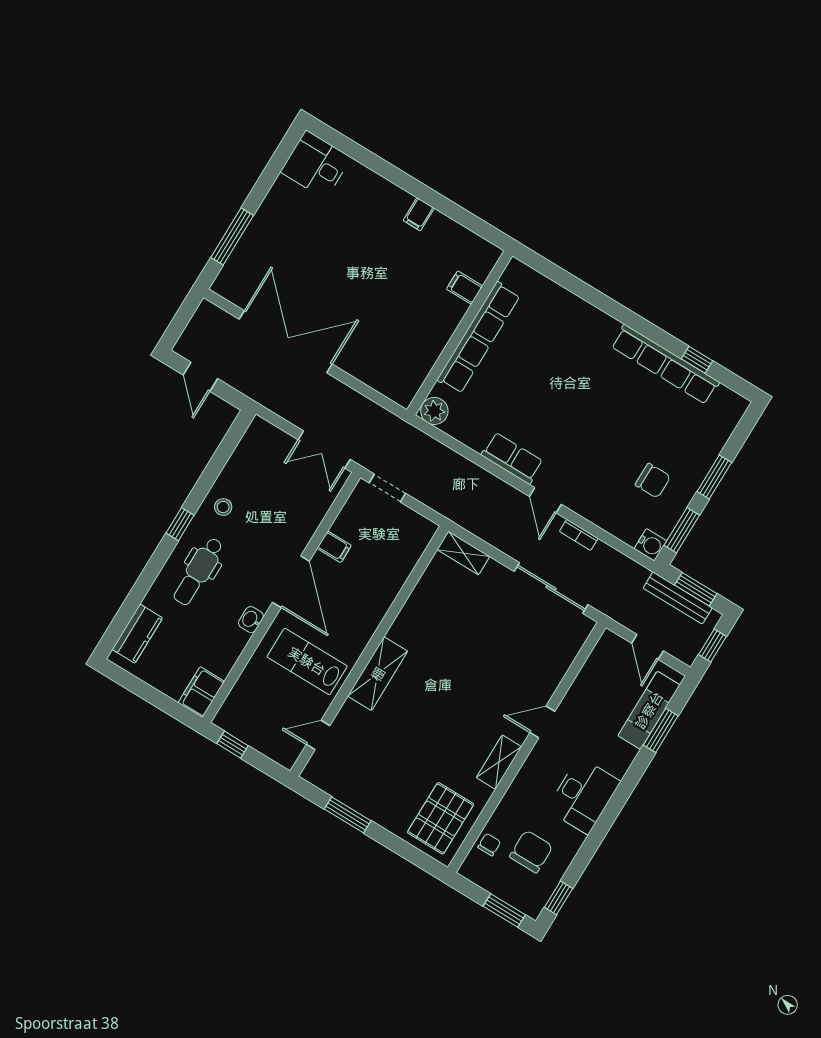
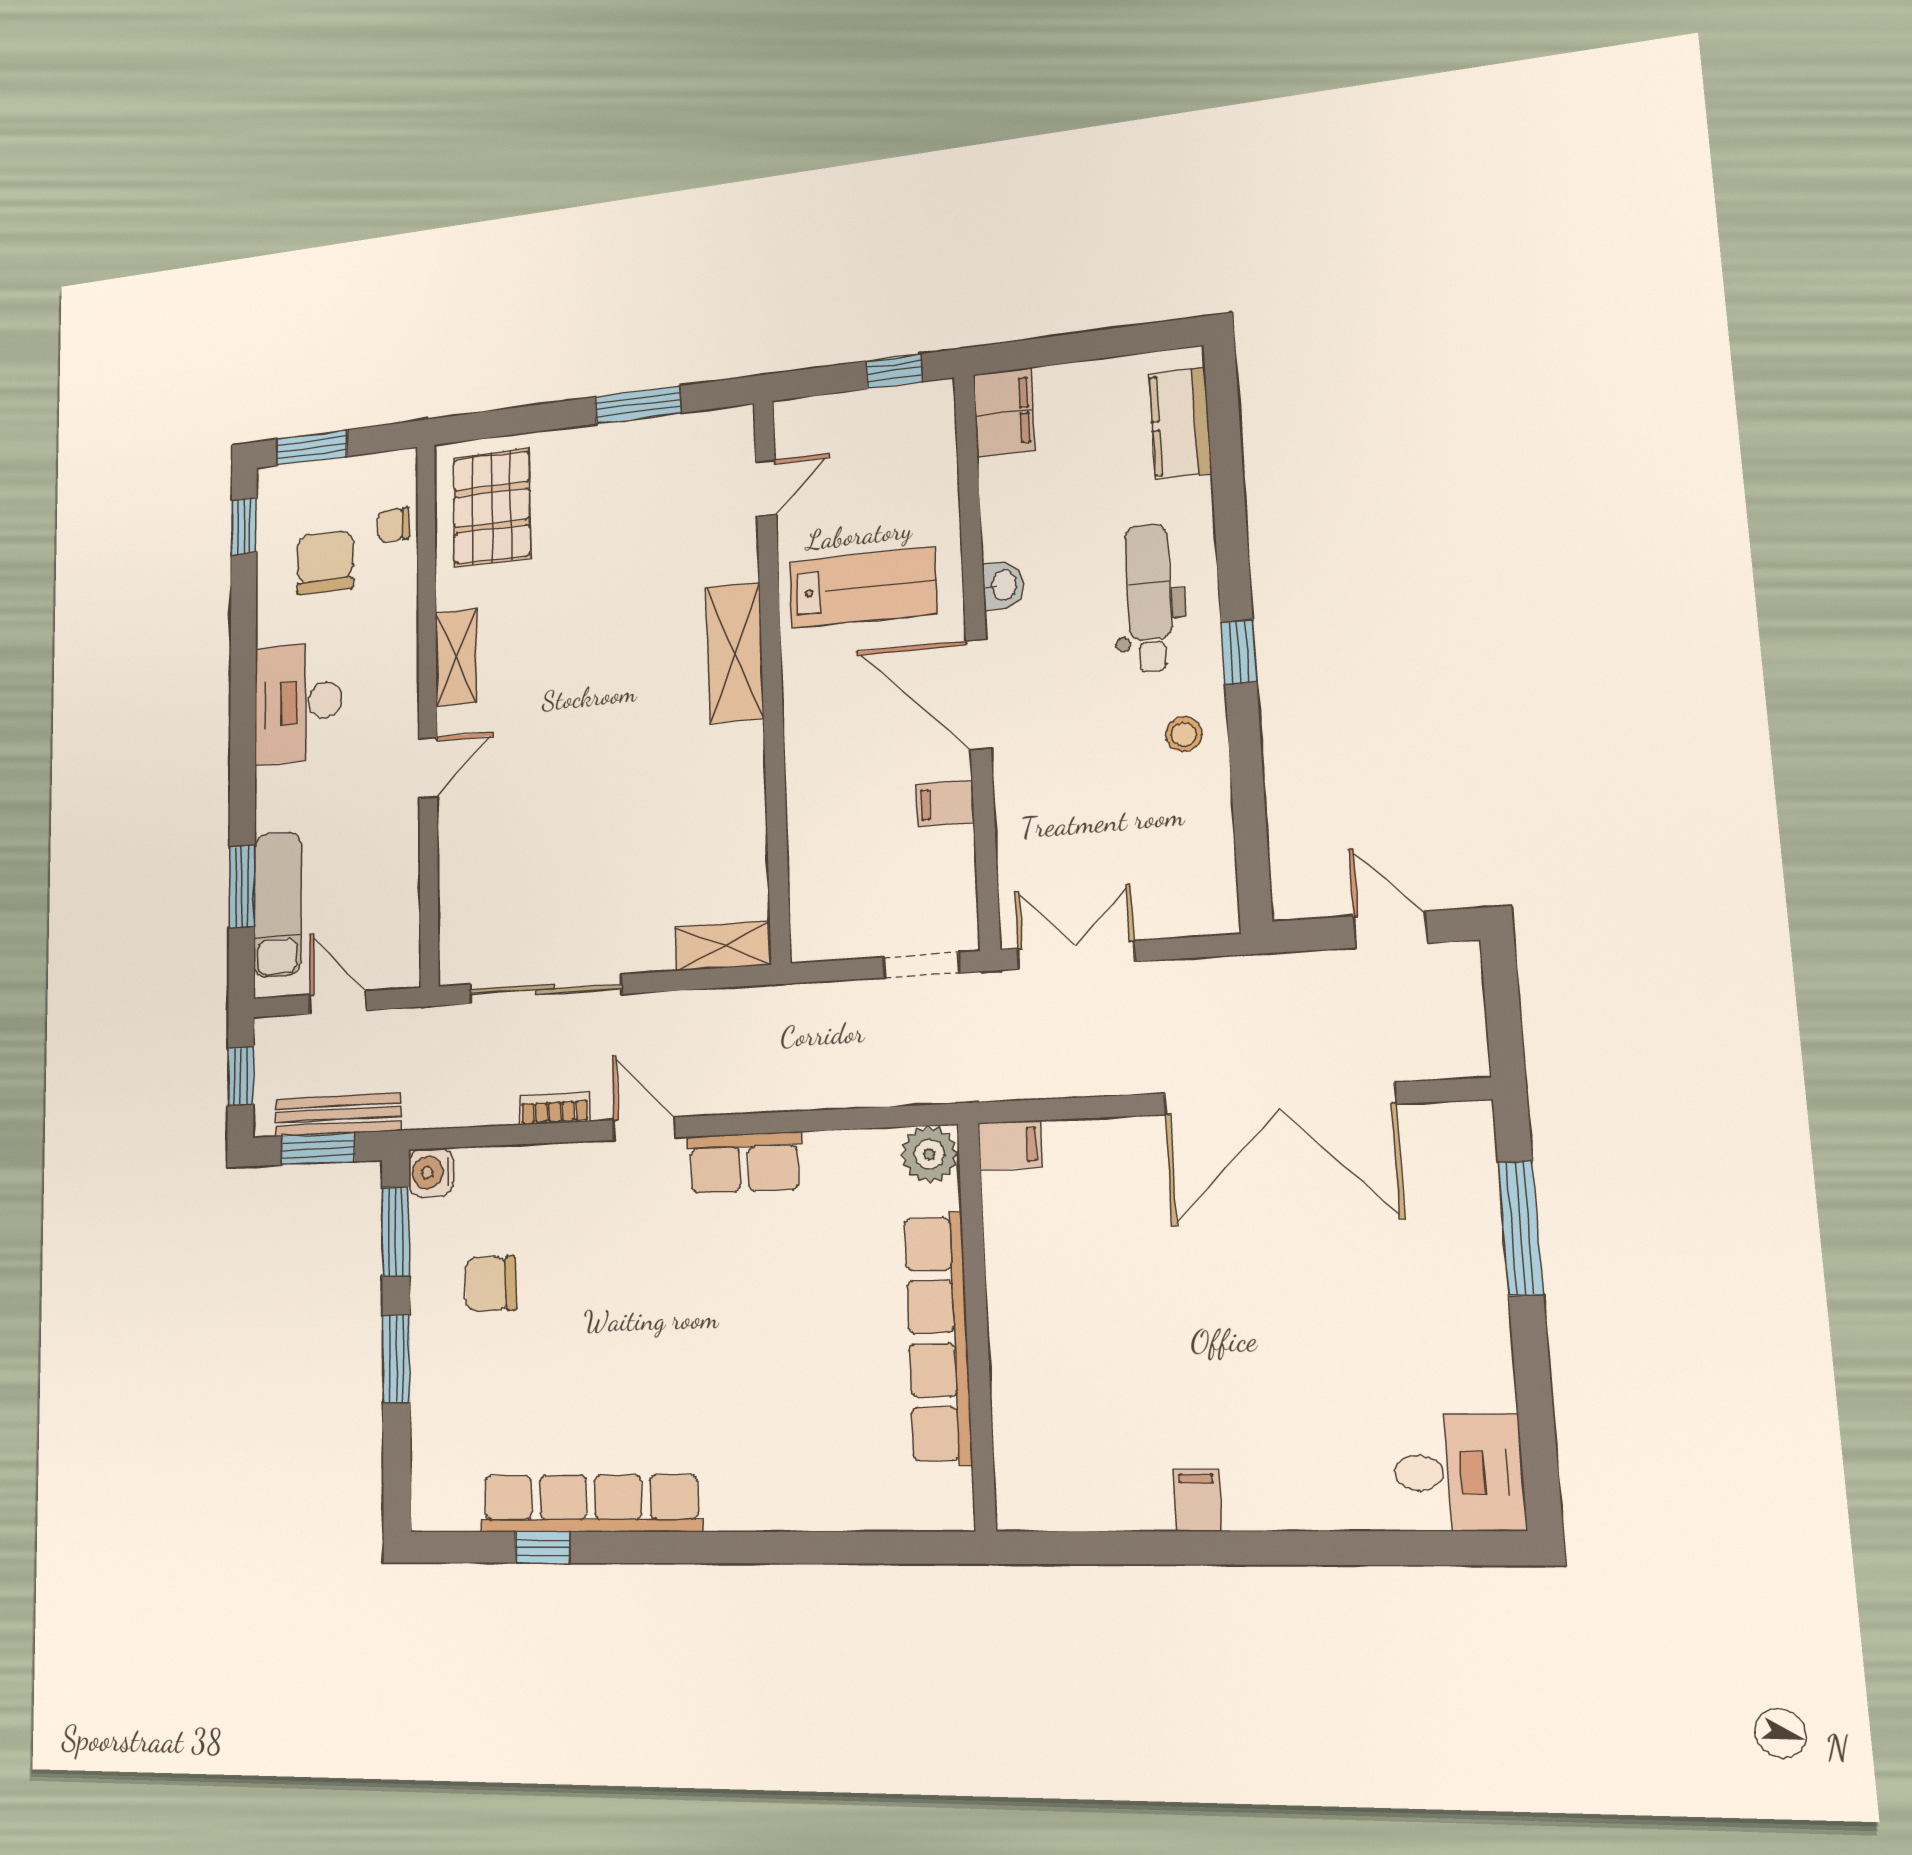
filing cabinet: (464, 288) -> (1010, 1145), moved
chair: (489, 845) -> (394, 525), turned 90
chair: (531, 851) -> (325, 562), turned 180

